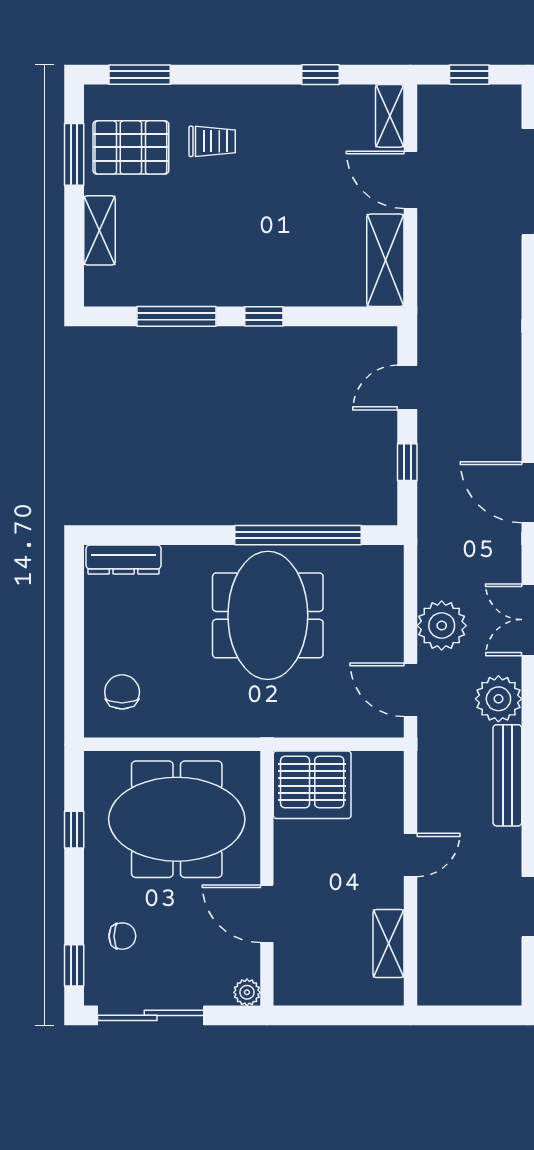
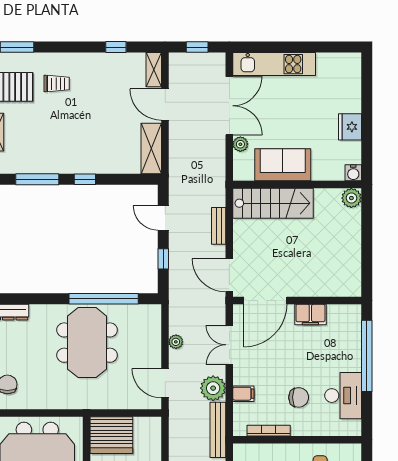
door: (407, 388) -> (163, 218), hinge flipped
bench: (509, 402) -> (219, 226), added
plant: (442, 626) -> (176, 342), width x0.53, depth x0.53

